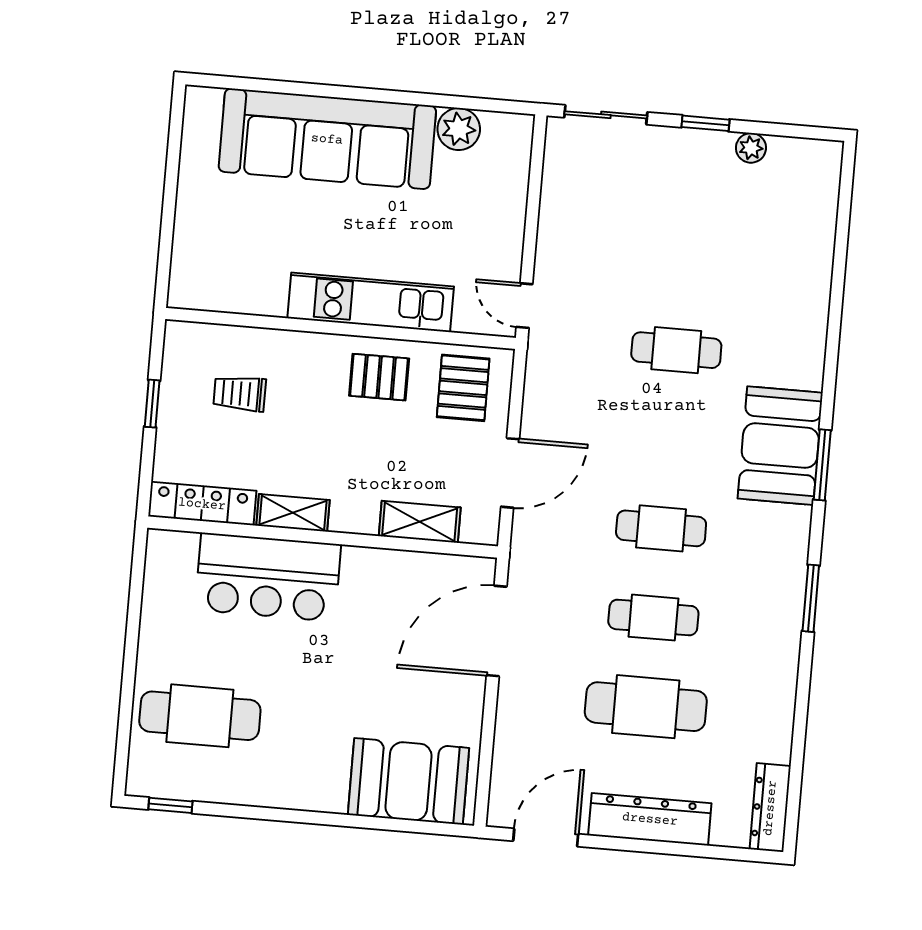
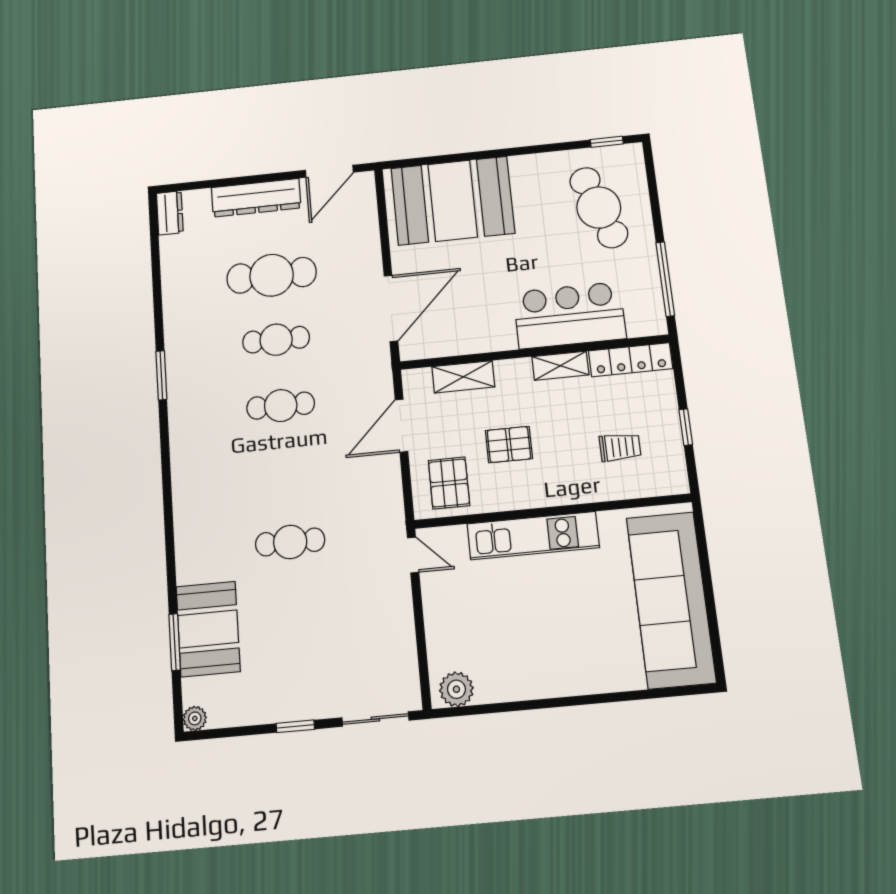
plant: (459, 129) -> (456, 689), moved
sofa: (327, 139) -> (671, 600), moved, turned -90
plant: (751, 148) -> (195, 718), moved
pallet: (379, 377) -> (509, 445), moved
booth: (780, 446) -> (208, 629), moved
window: (822, 465) -> (175, 642), moved
window: (135, 602) -> (665, 279), added
cafe table: (200, 716) -> (599, 208), turned 71
booth: (408, 781) -> (453, 201), width x1.36, depth x1.42
dresser: (770, 808) -> (170, 213), width x0.70

